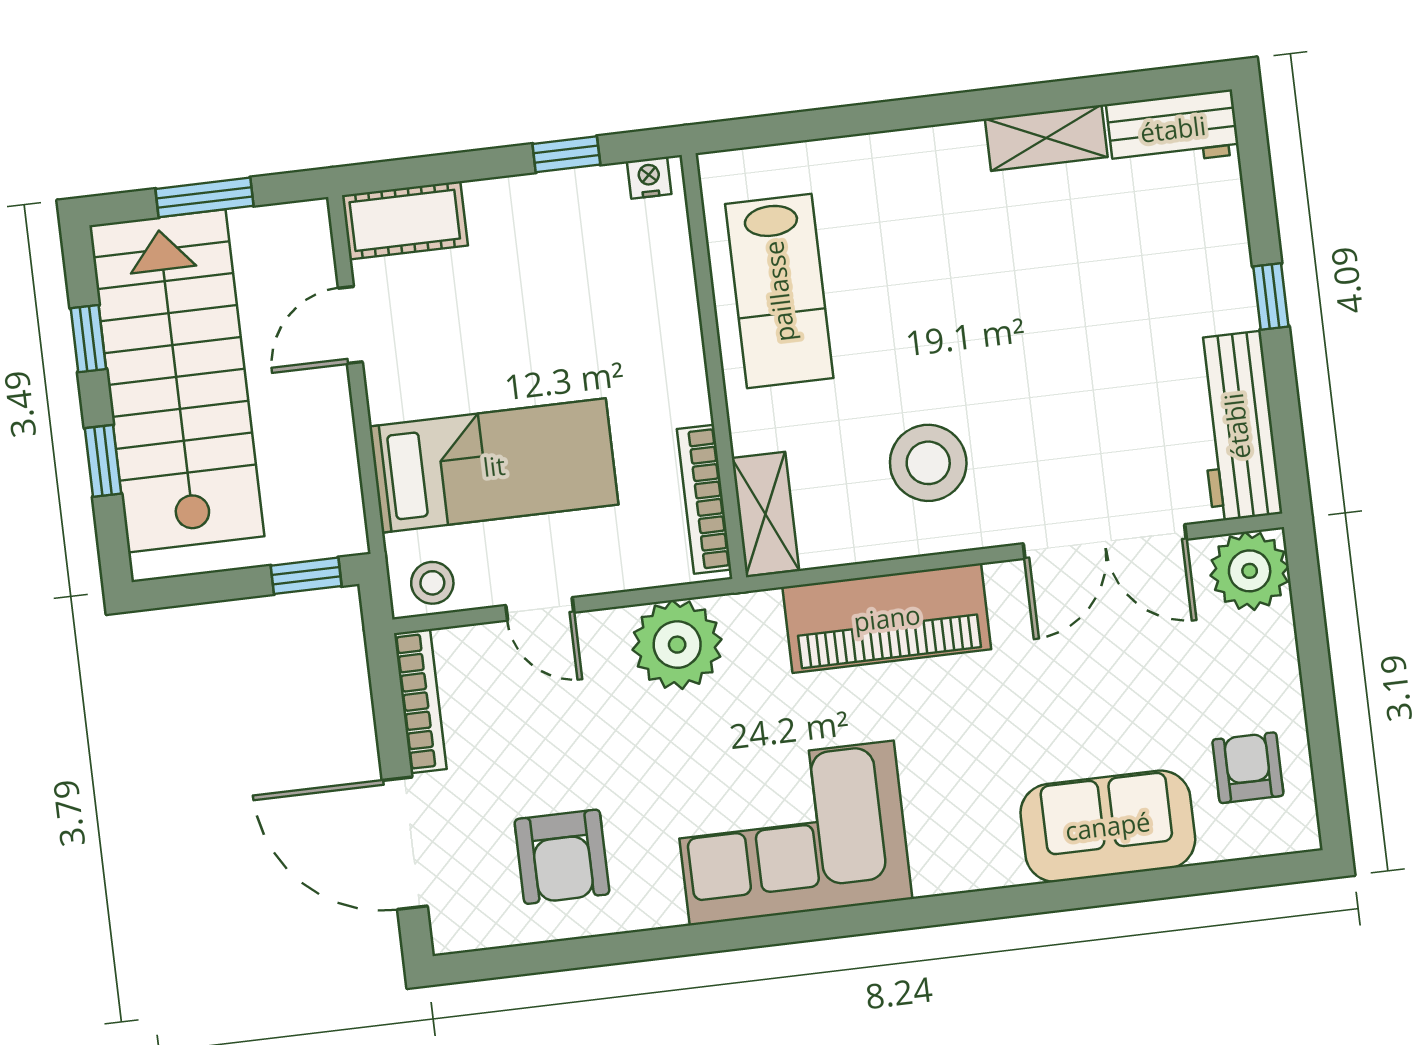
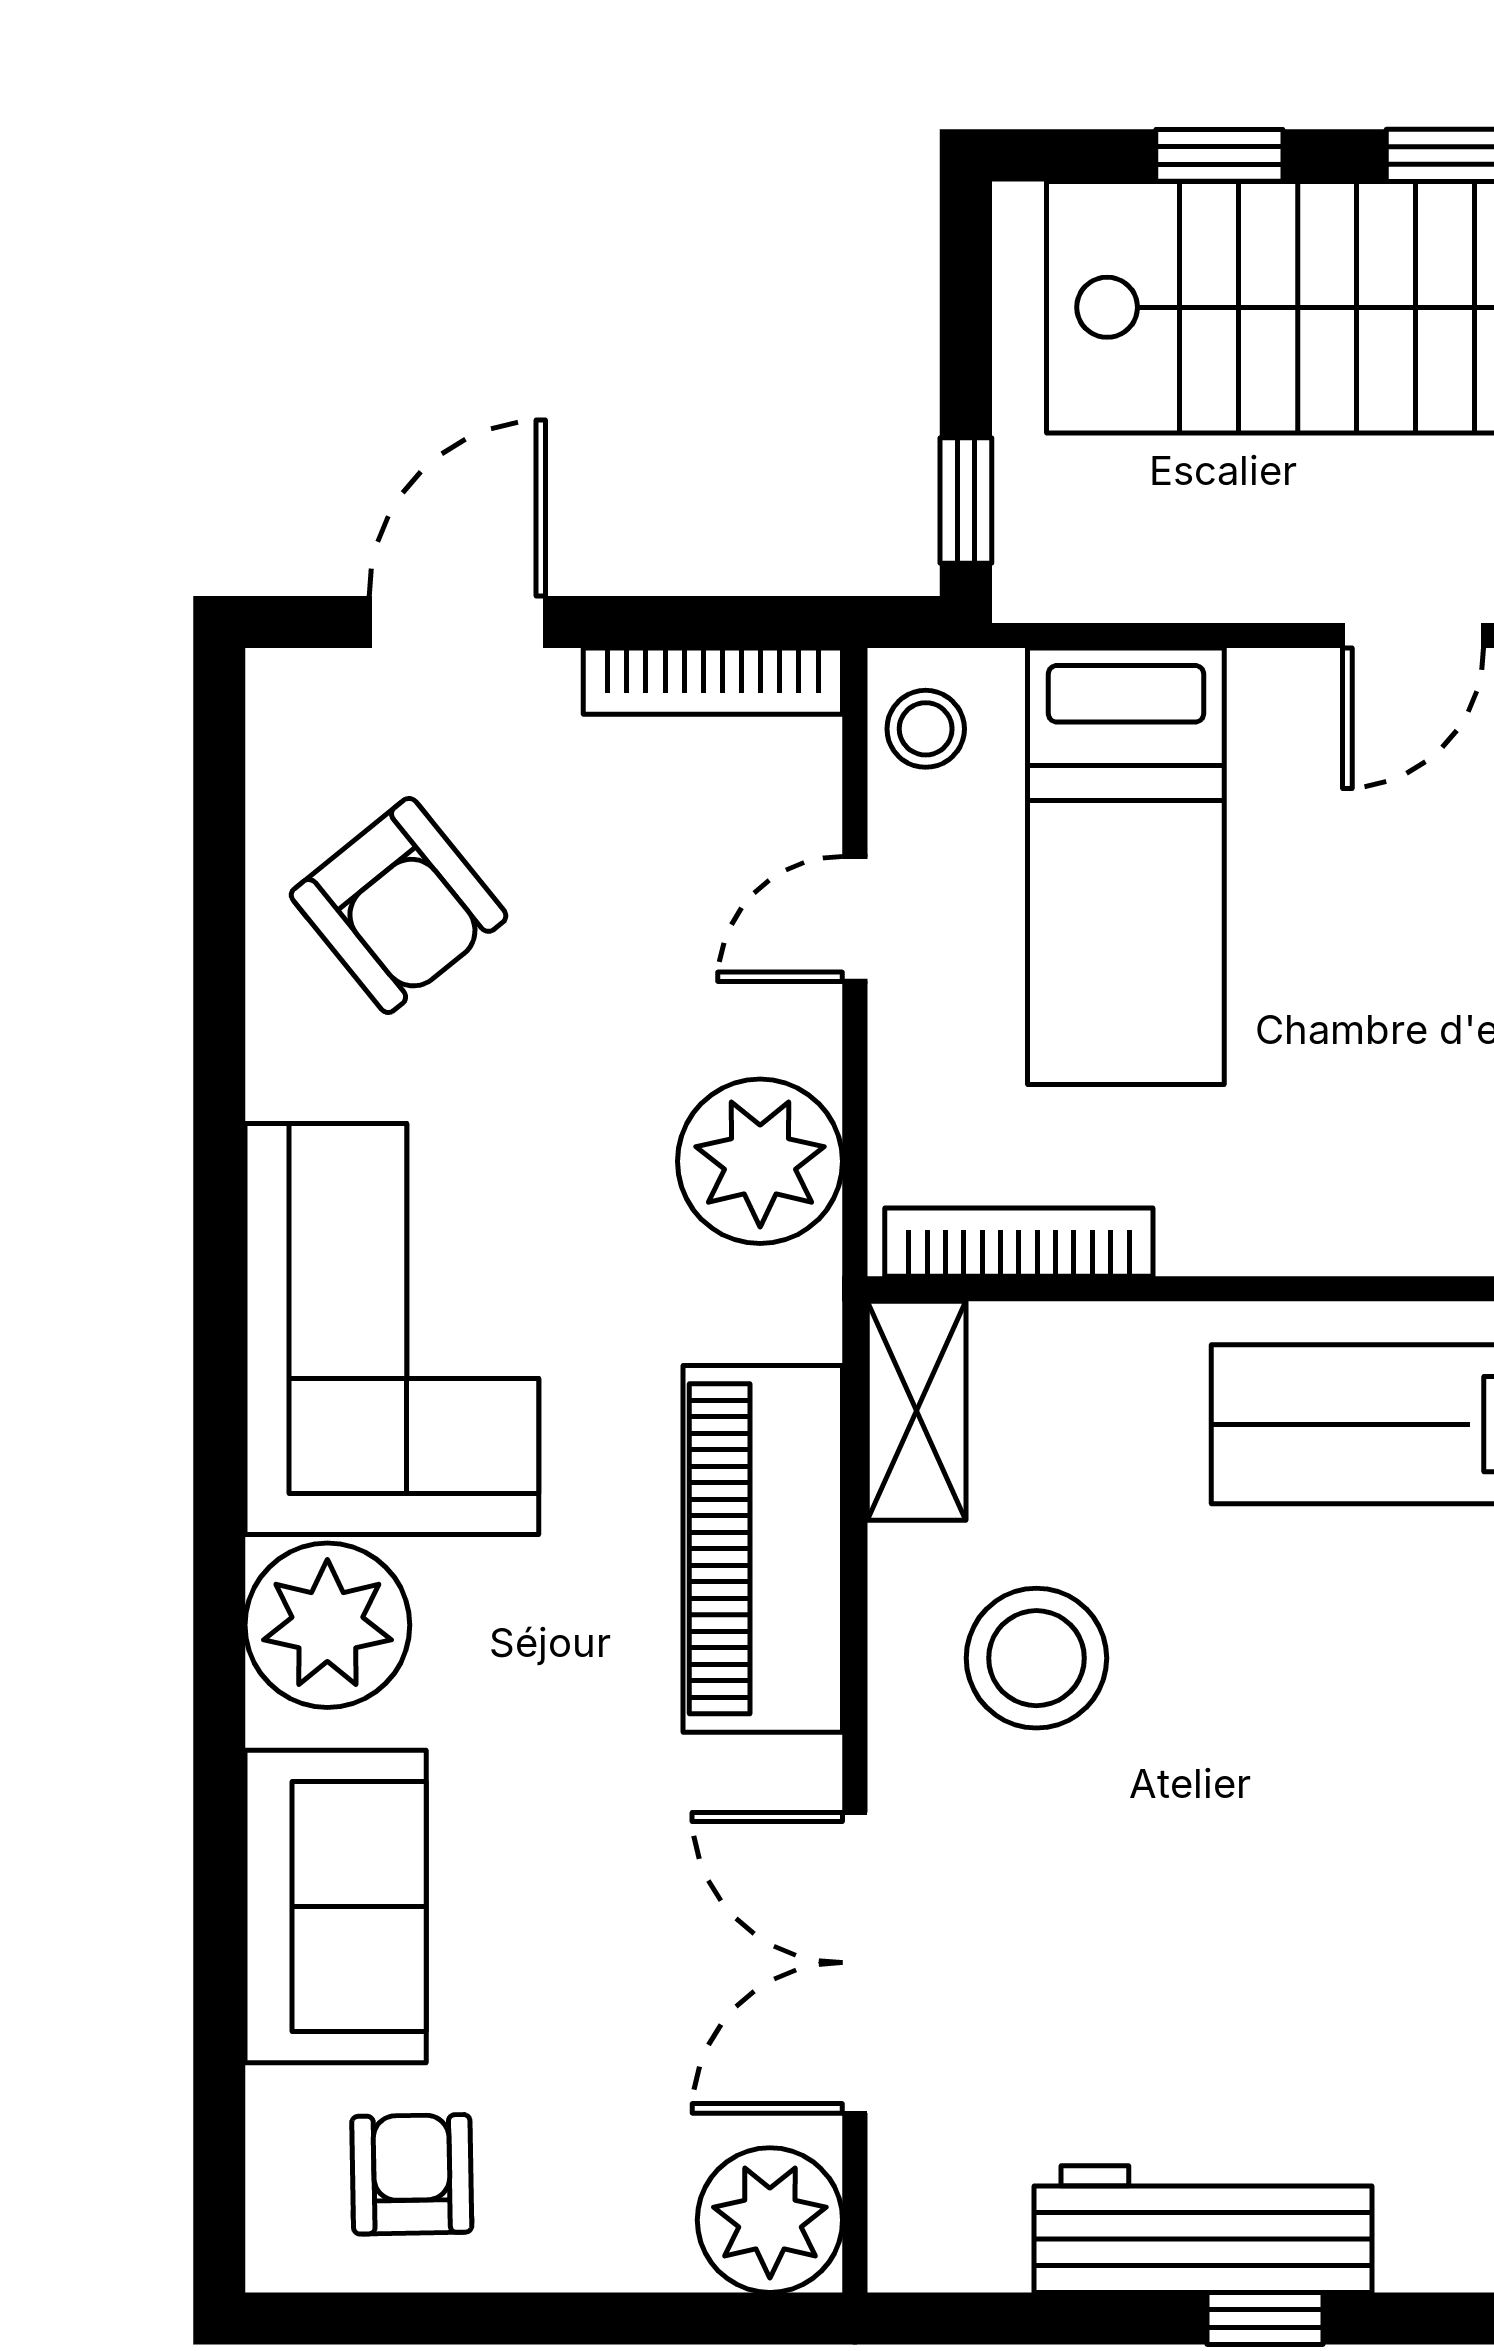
door: (350, 325) -> (1413, 635), swing flipped
workbench: (1237, 426) -> (1203, 2229), moved
shelving: (765, 514) -> (917, 1411), moved, turned 90
armchair: (1248, 768) -> (412, 2174), turned -91
door: (405, 843) -> (457, 622), width x0.73
plant: (956, 849) -> (327, 1625), added
armchair: (562, 857) -> (399, 905), turned -129

